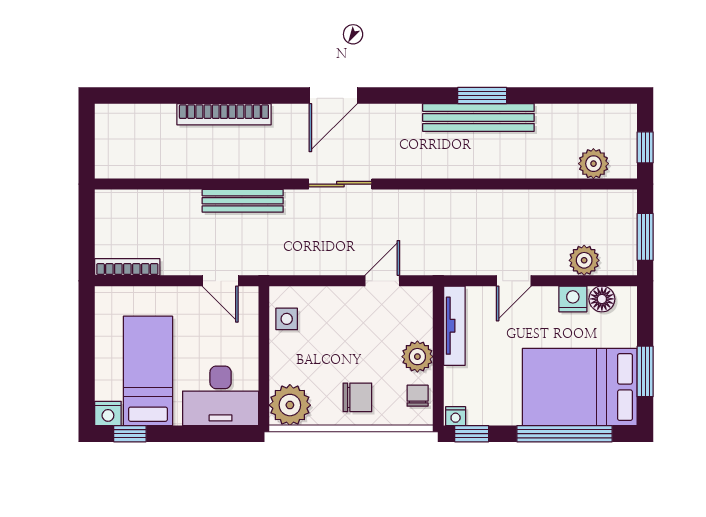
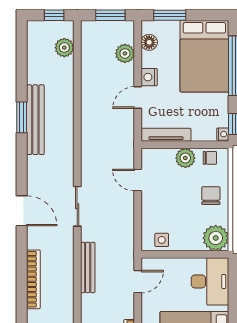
door: (514, 281) -> (138, 98), swing flipped
nightstand: (573, 299) -> (149, 77), moved
window: (645, 371) -> (170, 15), moved
chair: (418, 396) -> (210, 158), turned 180

